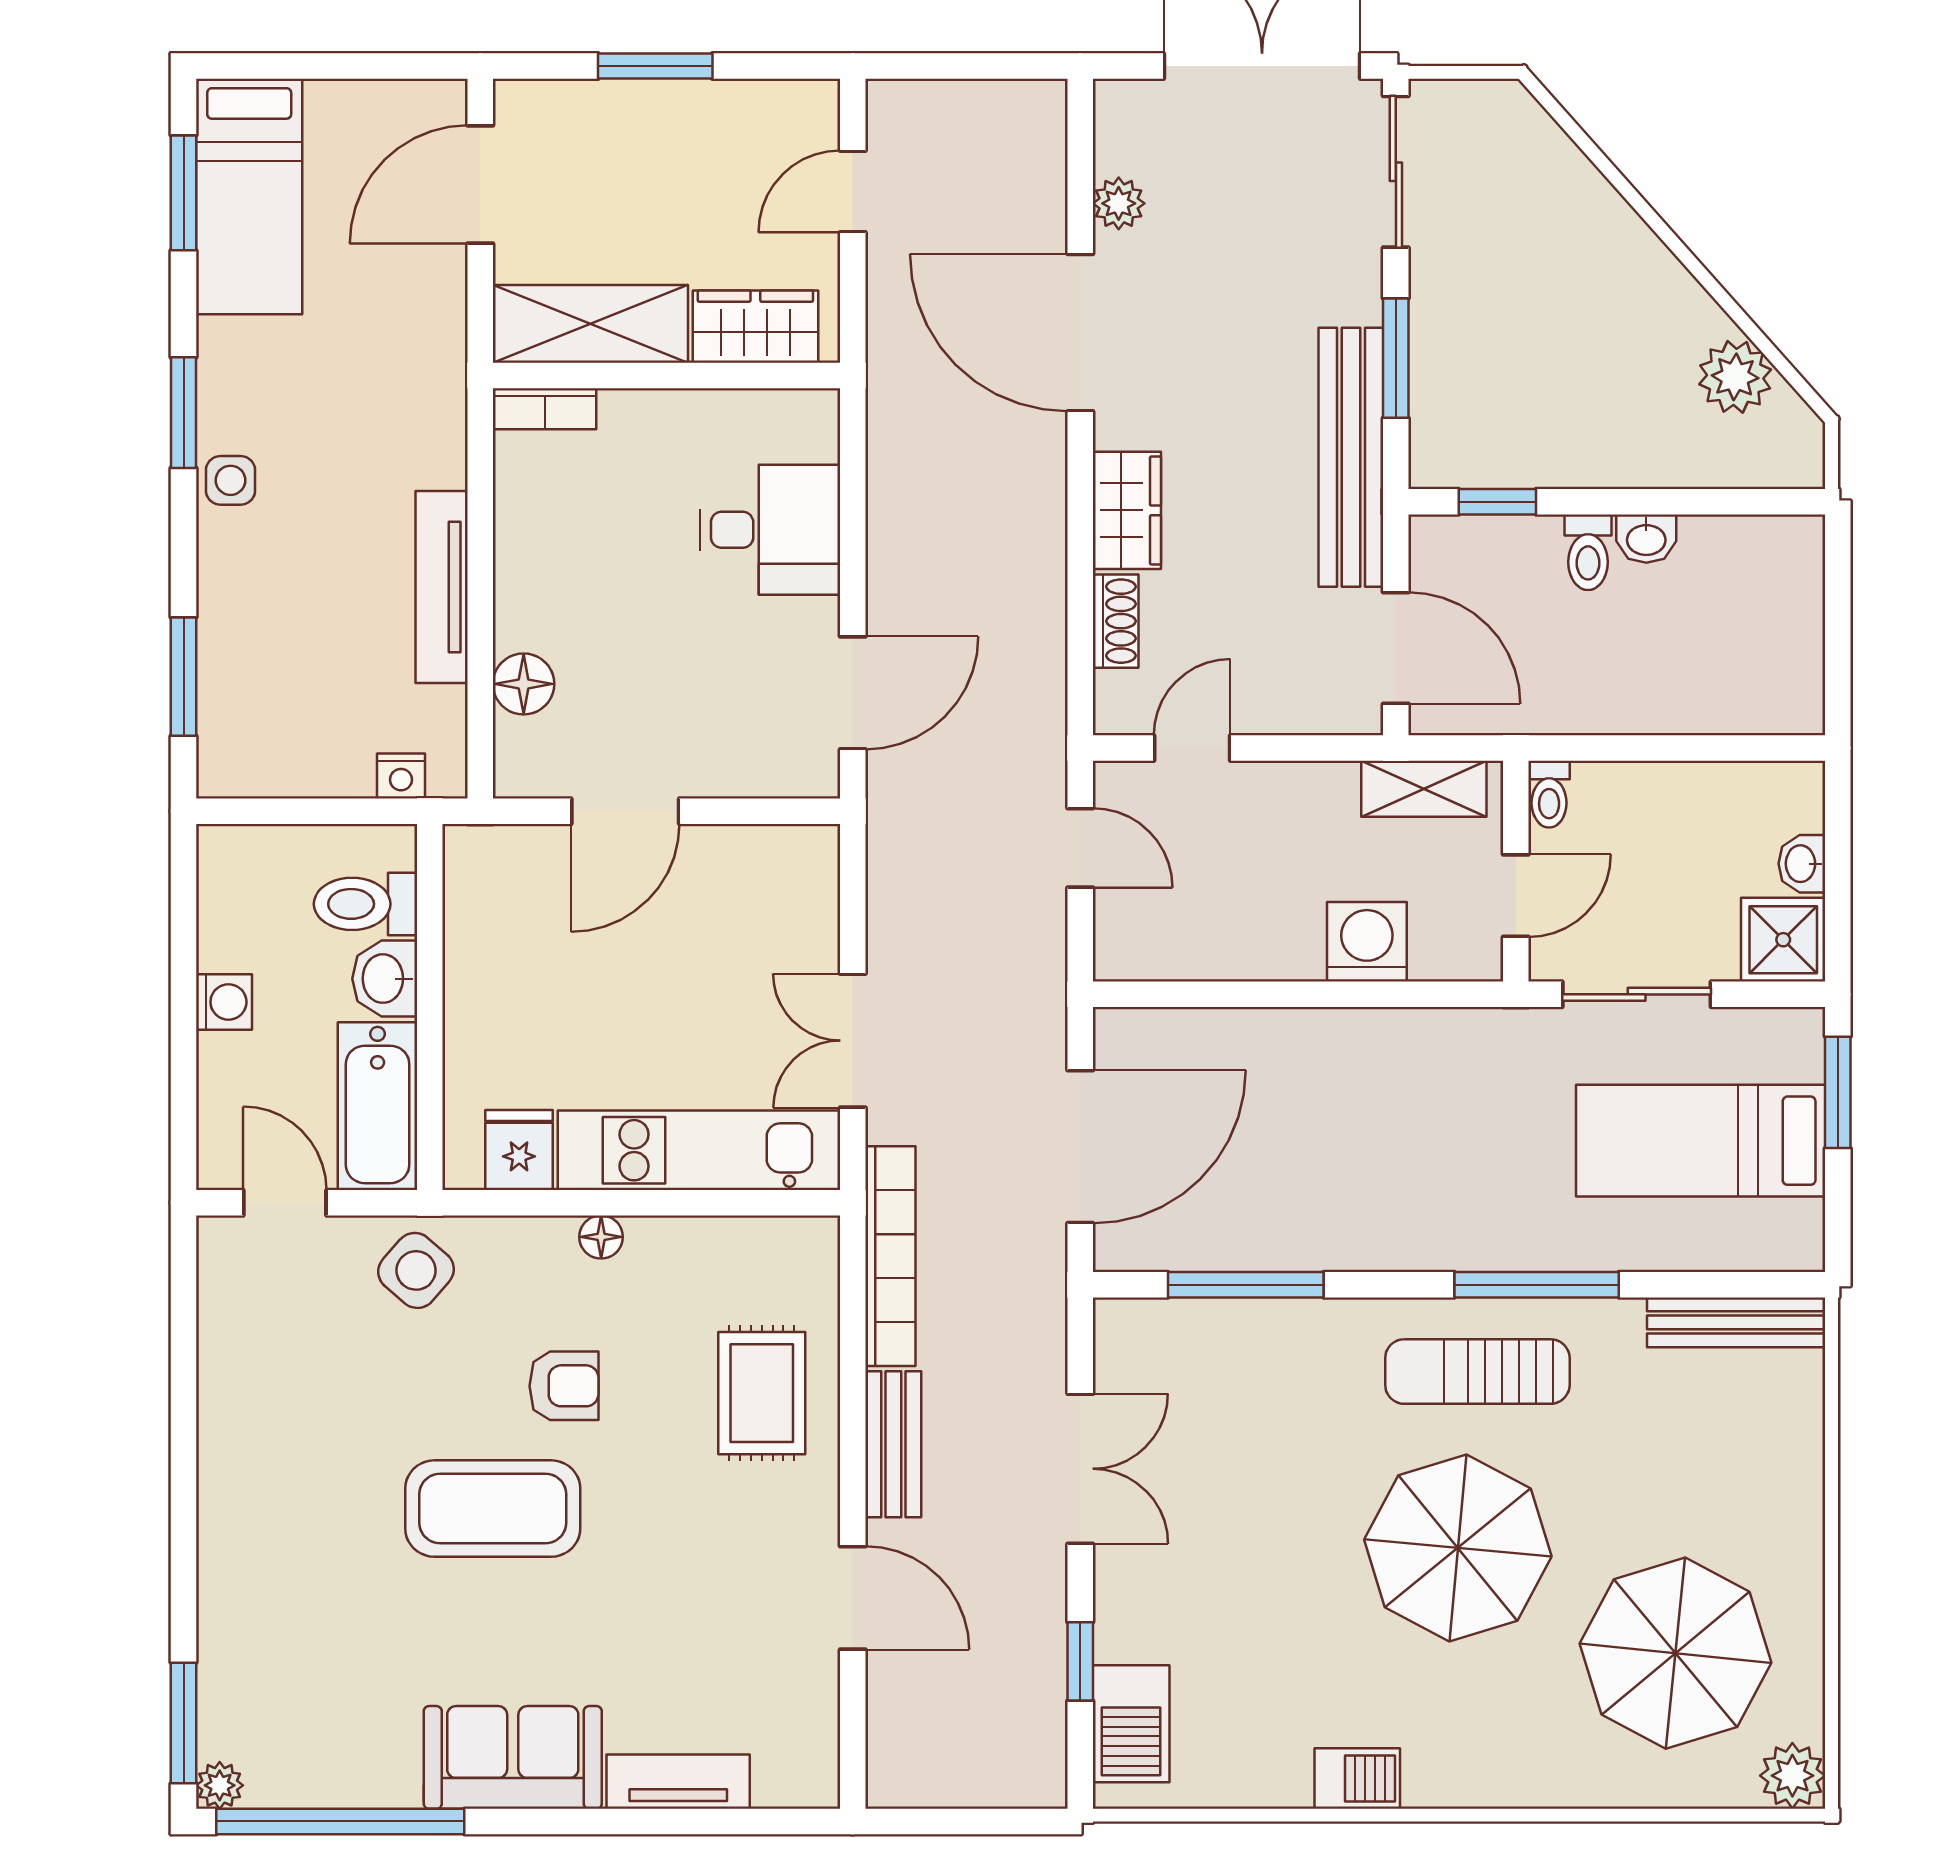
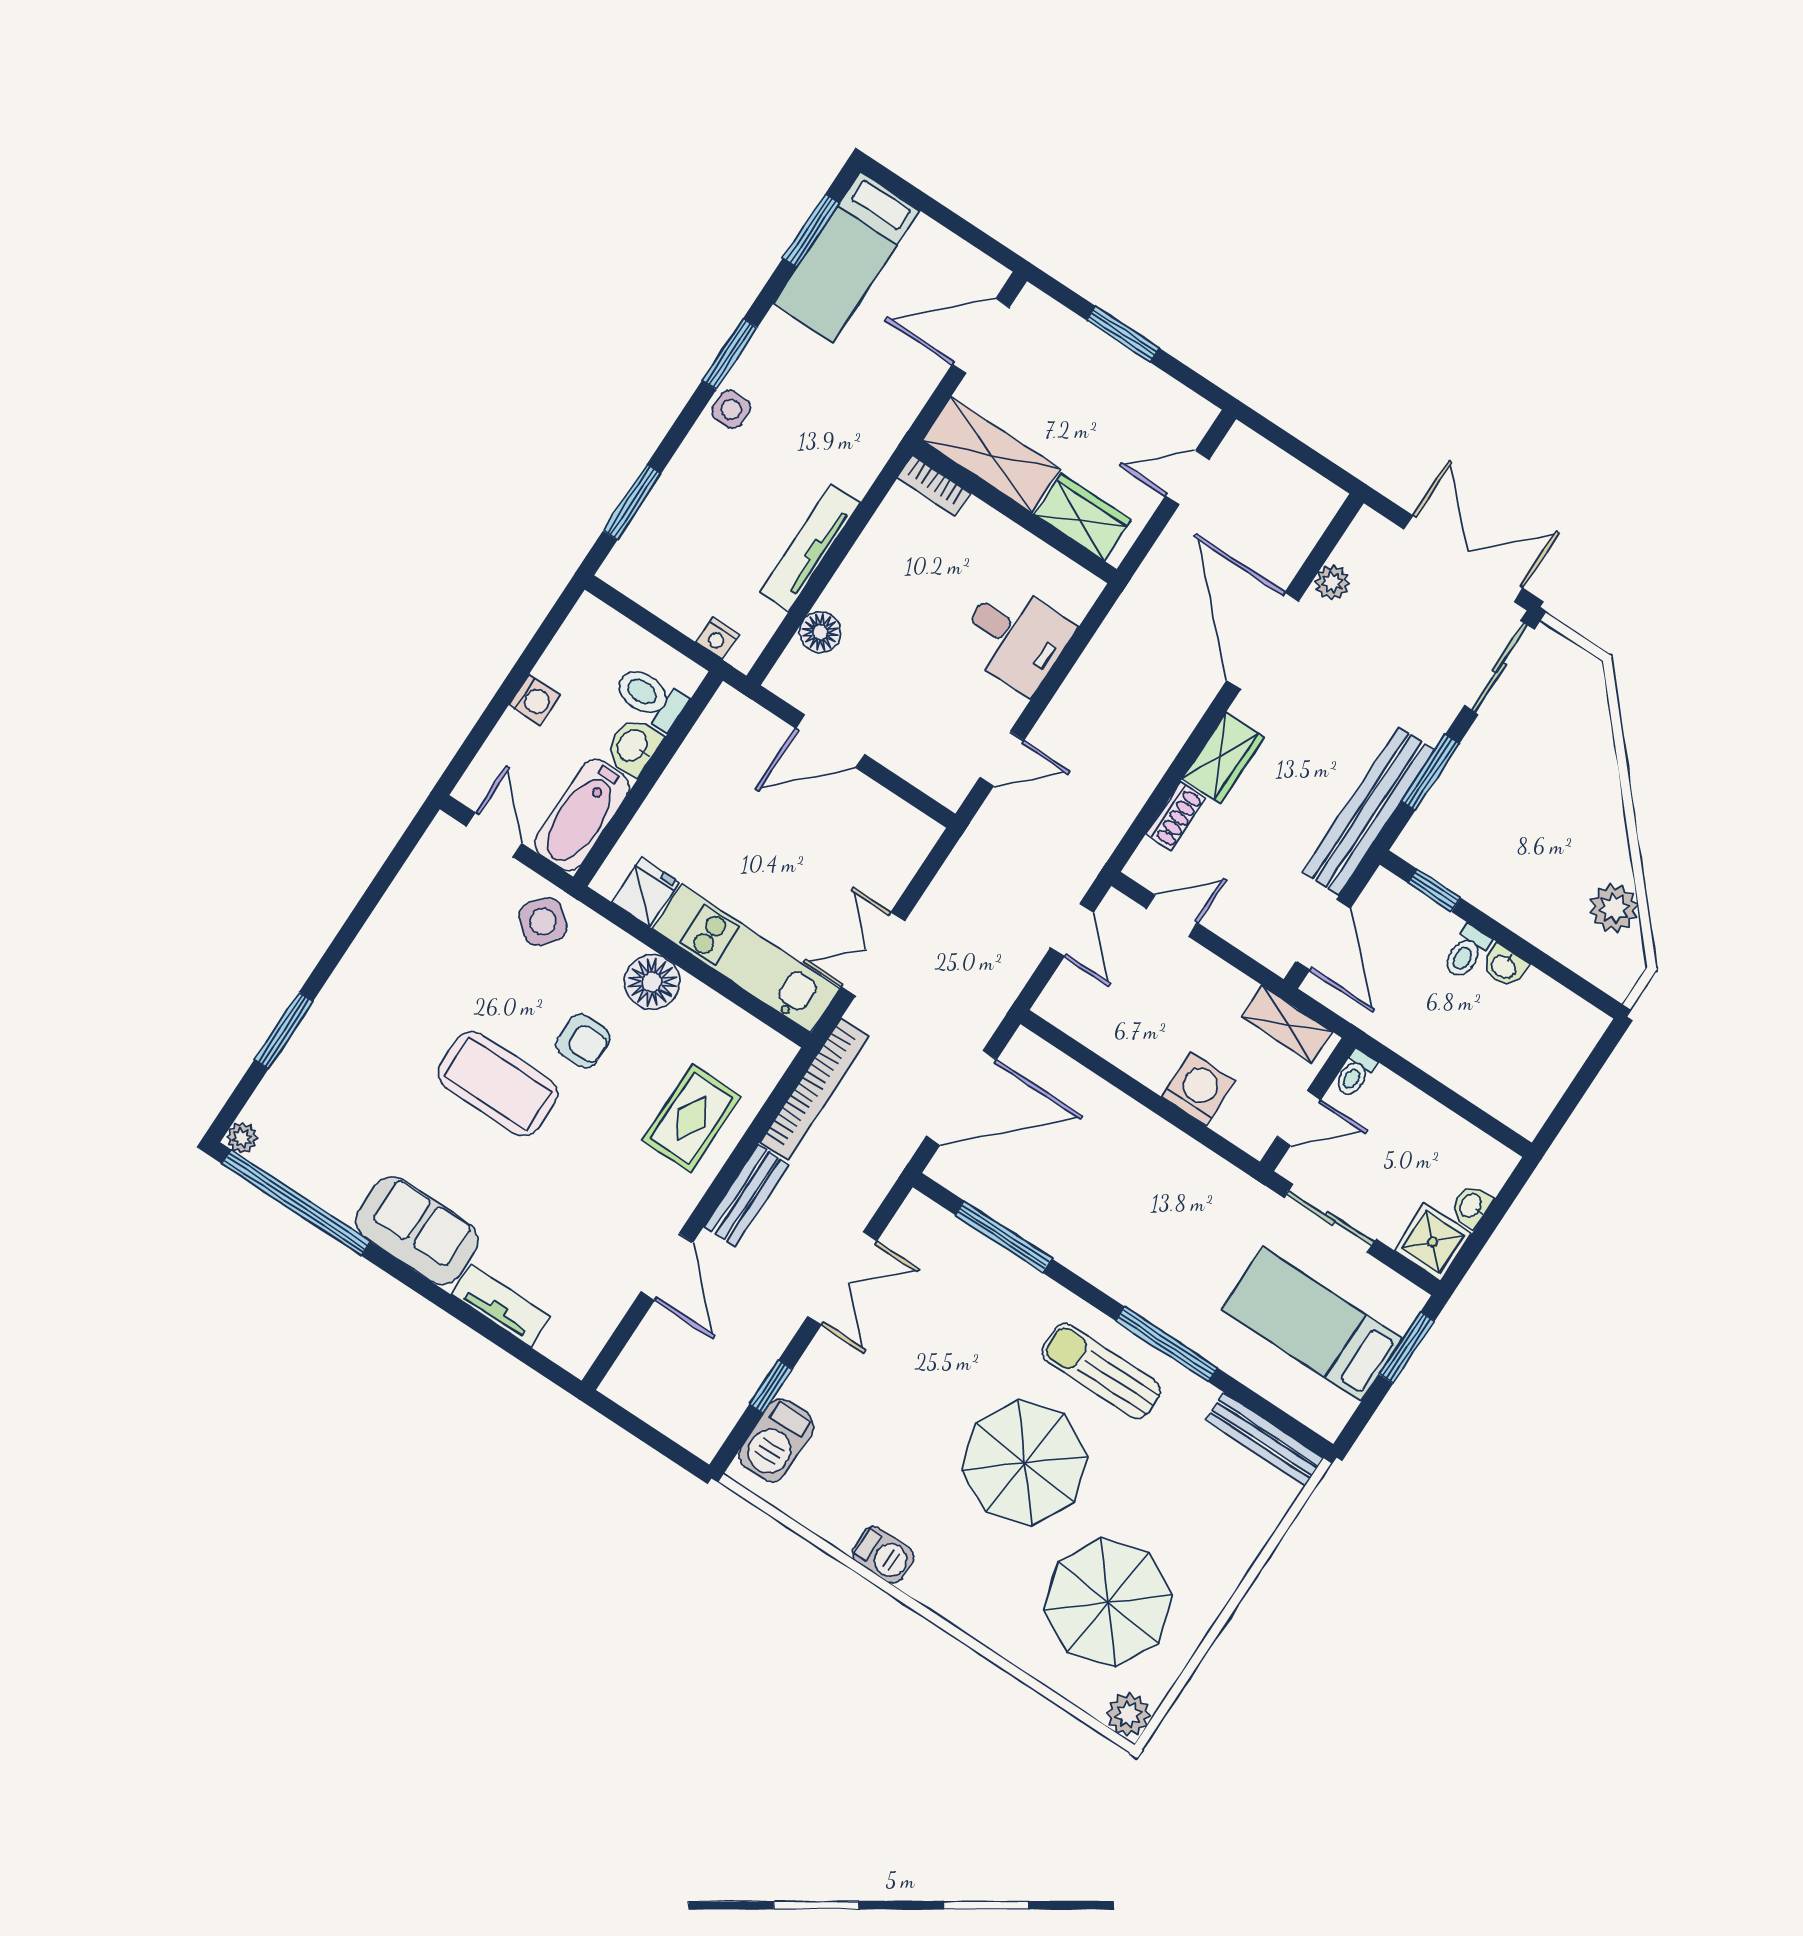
door: (853, 693) -> (1002, 759), width x0.73
floor lamp: (601, 1237) -> (652, 982), width x1.89, depth x1.89
window: (184, 1723) -> (284, 1030), moved

